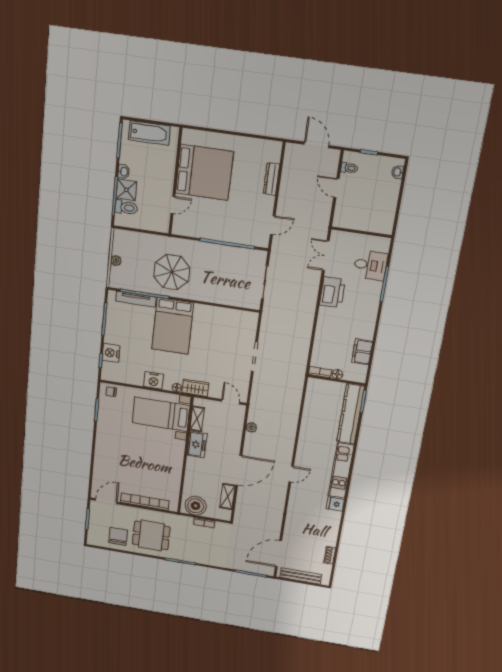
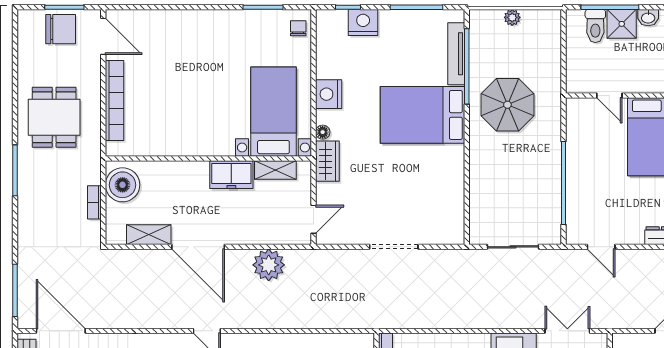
plant: (251, 427) -> (269, 265), width x1.87, depth x1.87
chair: (118, 536) -> (61, 29), moved

